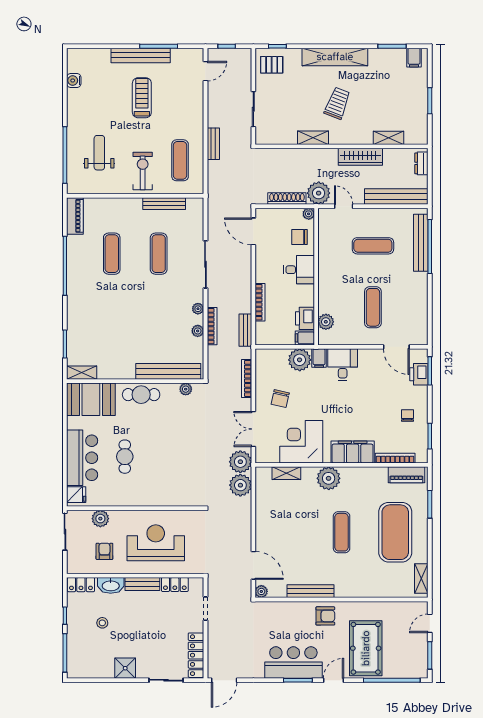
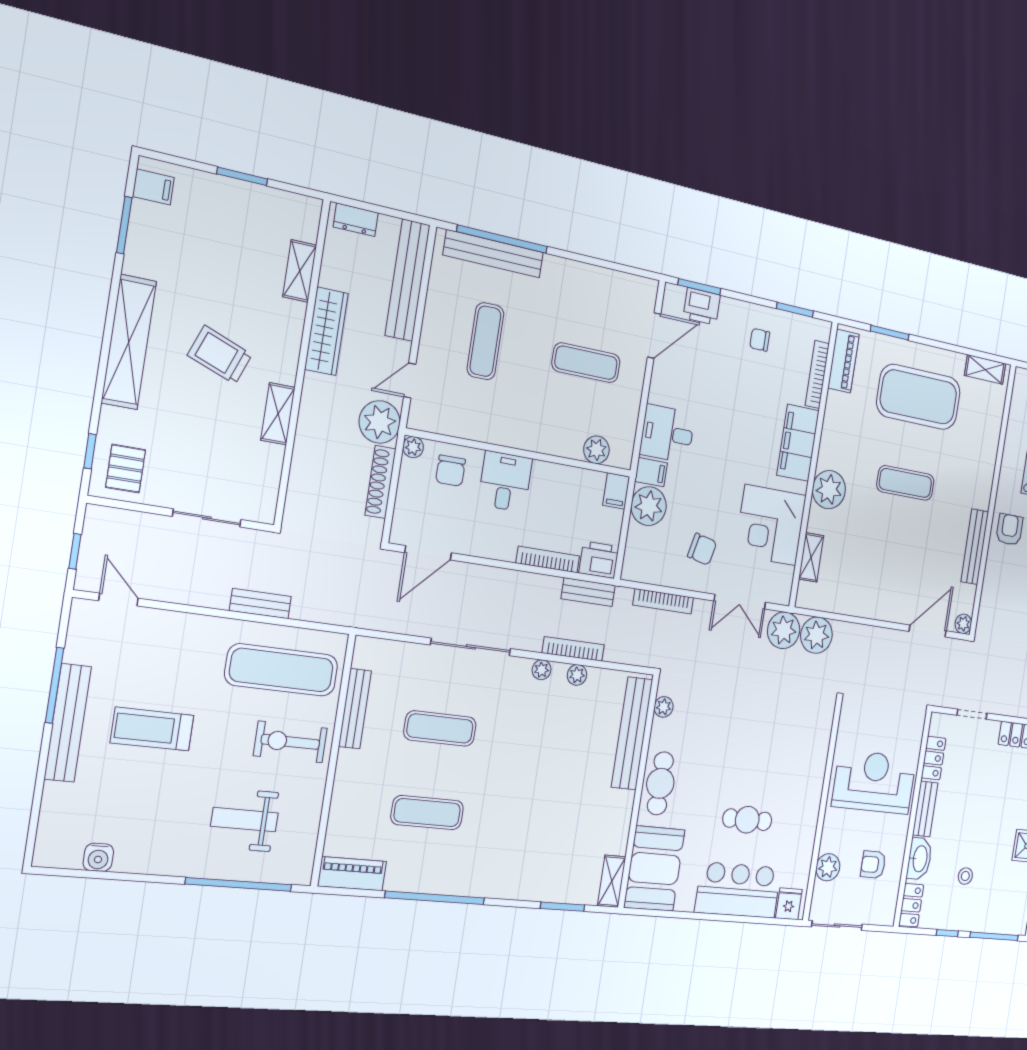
exercise mat: (180, 160) -> (282, 670), width x1.36, depth x1.45
printer: (305, 318) -> (599, 560), moved, turned 180
reception desk: (156, 543) -> (874, 782), turned 90

